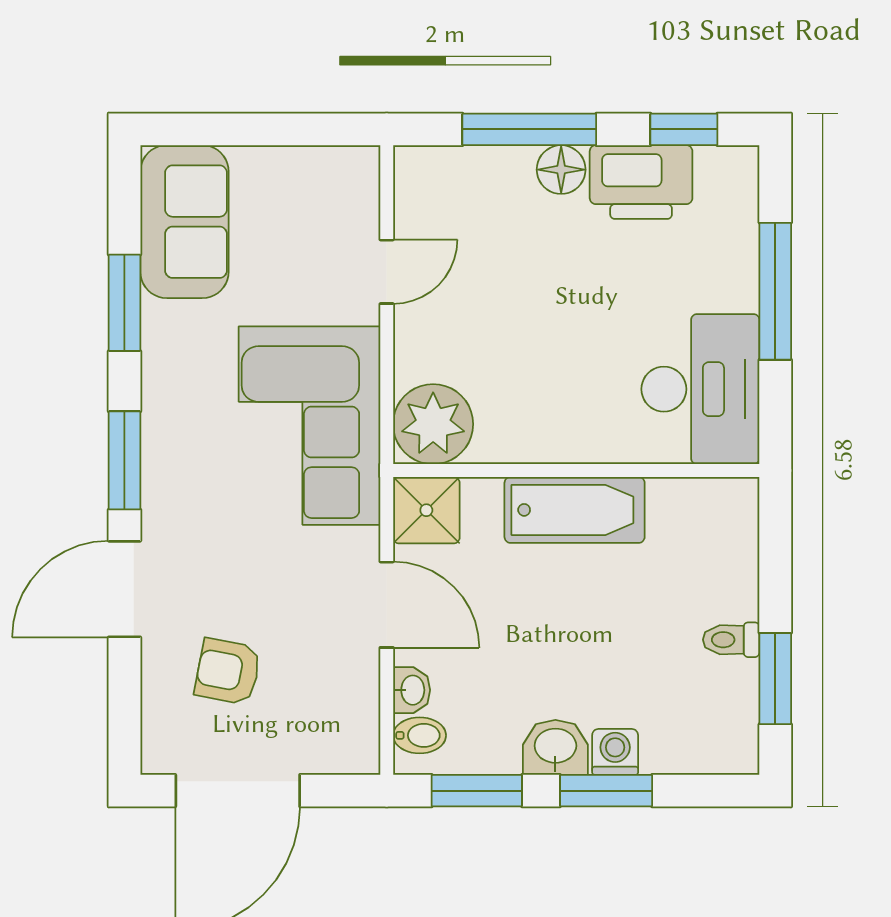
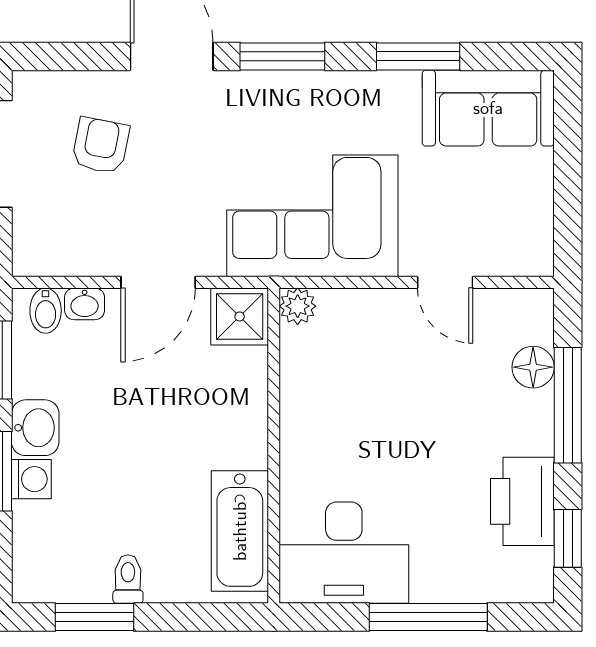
floor lamp: (561, 170) -> (533, 367), moved
plant: (433, 424) -> (298, 306), width x0.53, depth x0.53
bathtub: (575, 510) -> (240, 531), moved

